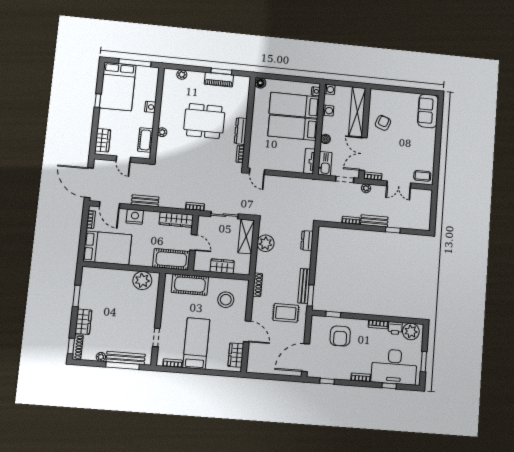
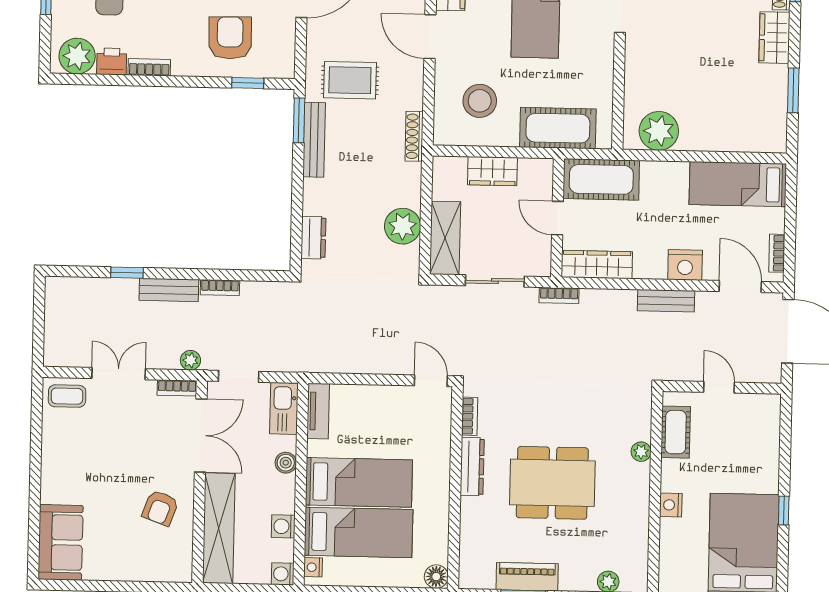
wardrobe: (103, 140) -> (766, 425), removed
bed: (107, 248) -> (738, 184), width x0.67

